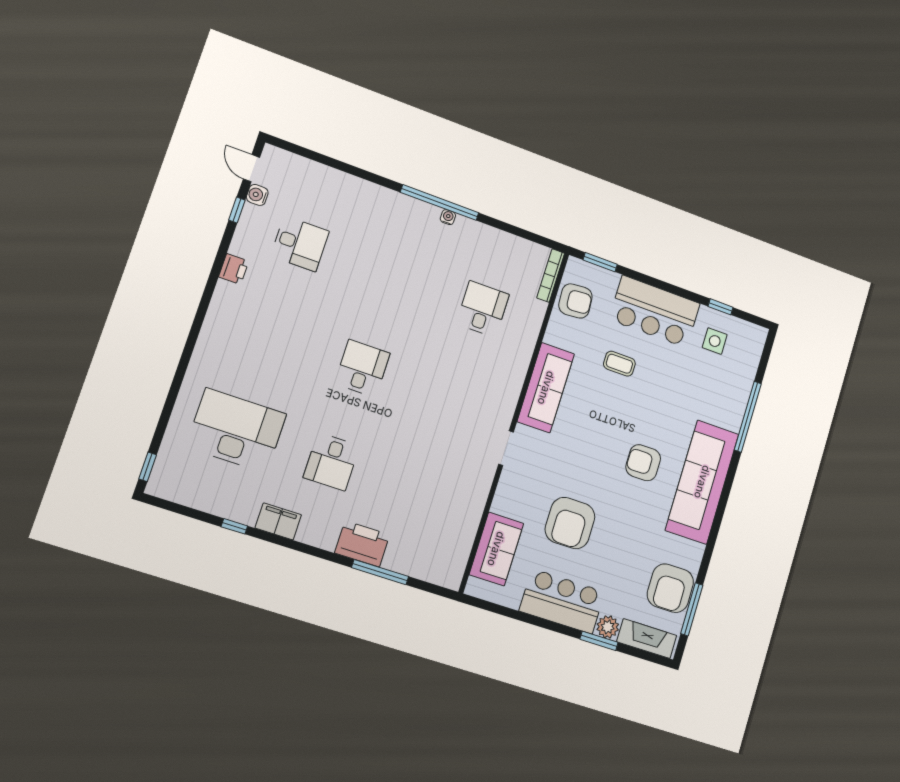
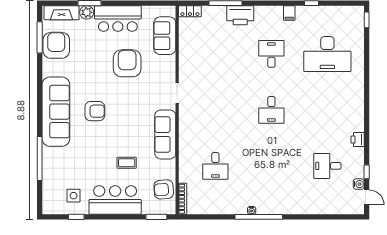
filing cabinet: (278, 521) -> (289, 13), width x0.50
locker: (443, 577) -> (190, 11), added

